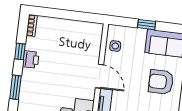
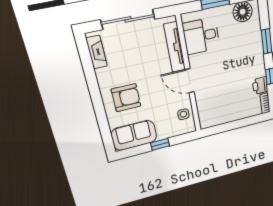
printer: (31, 60) -> (260, 86), moved

